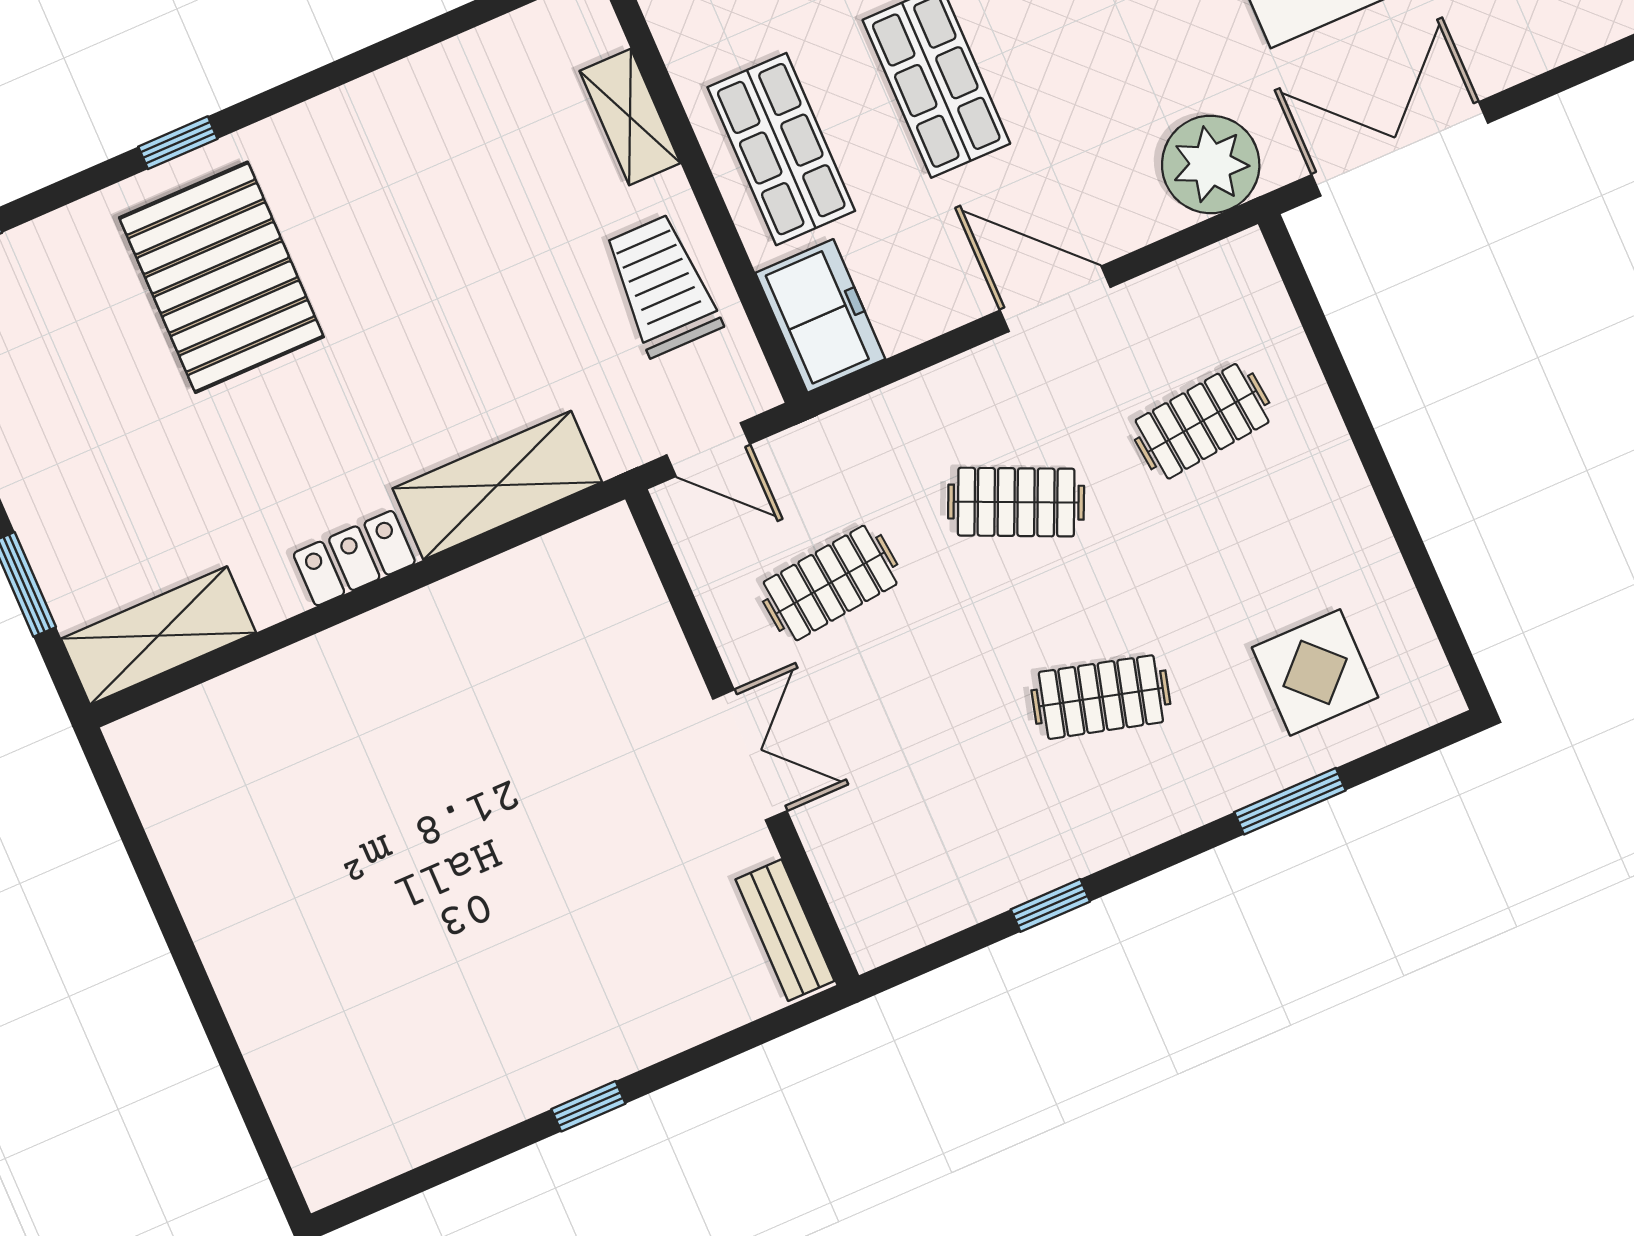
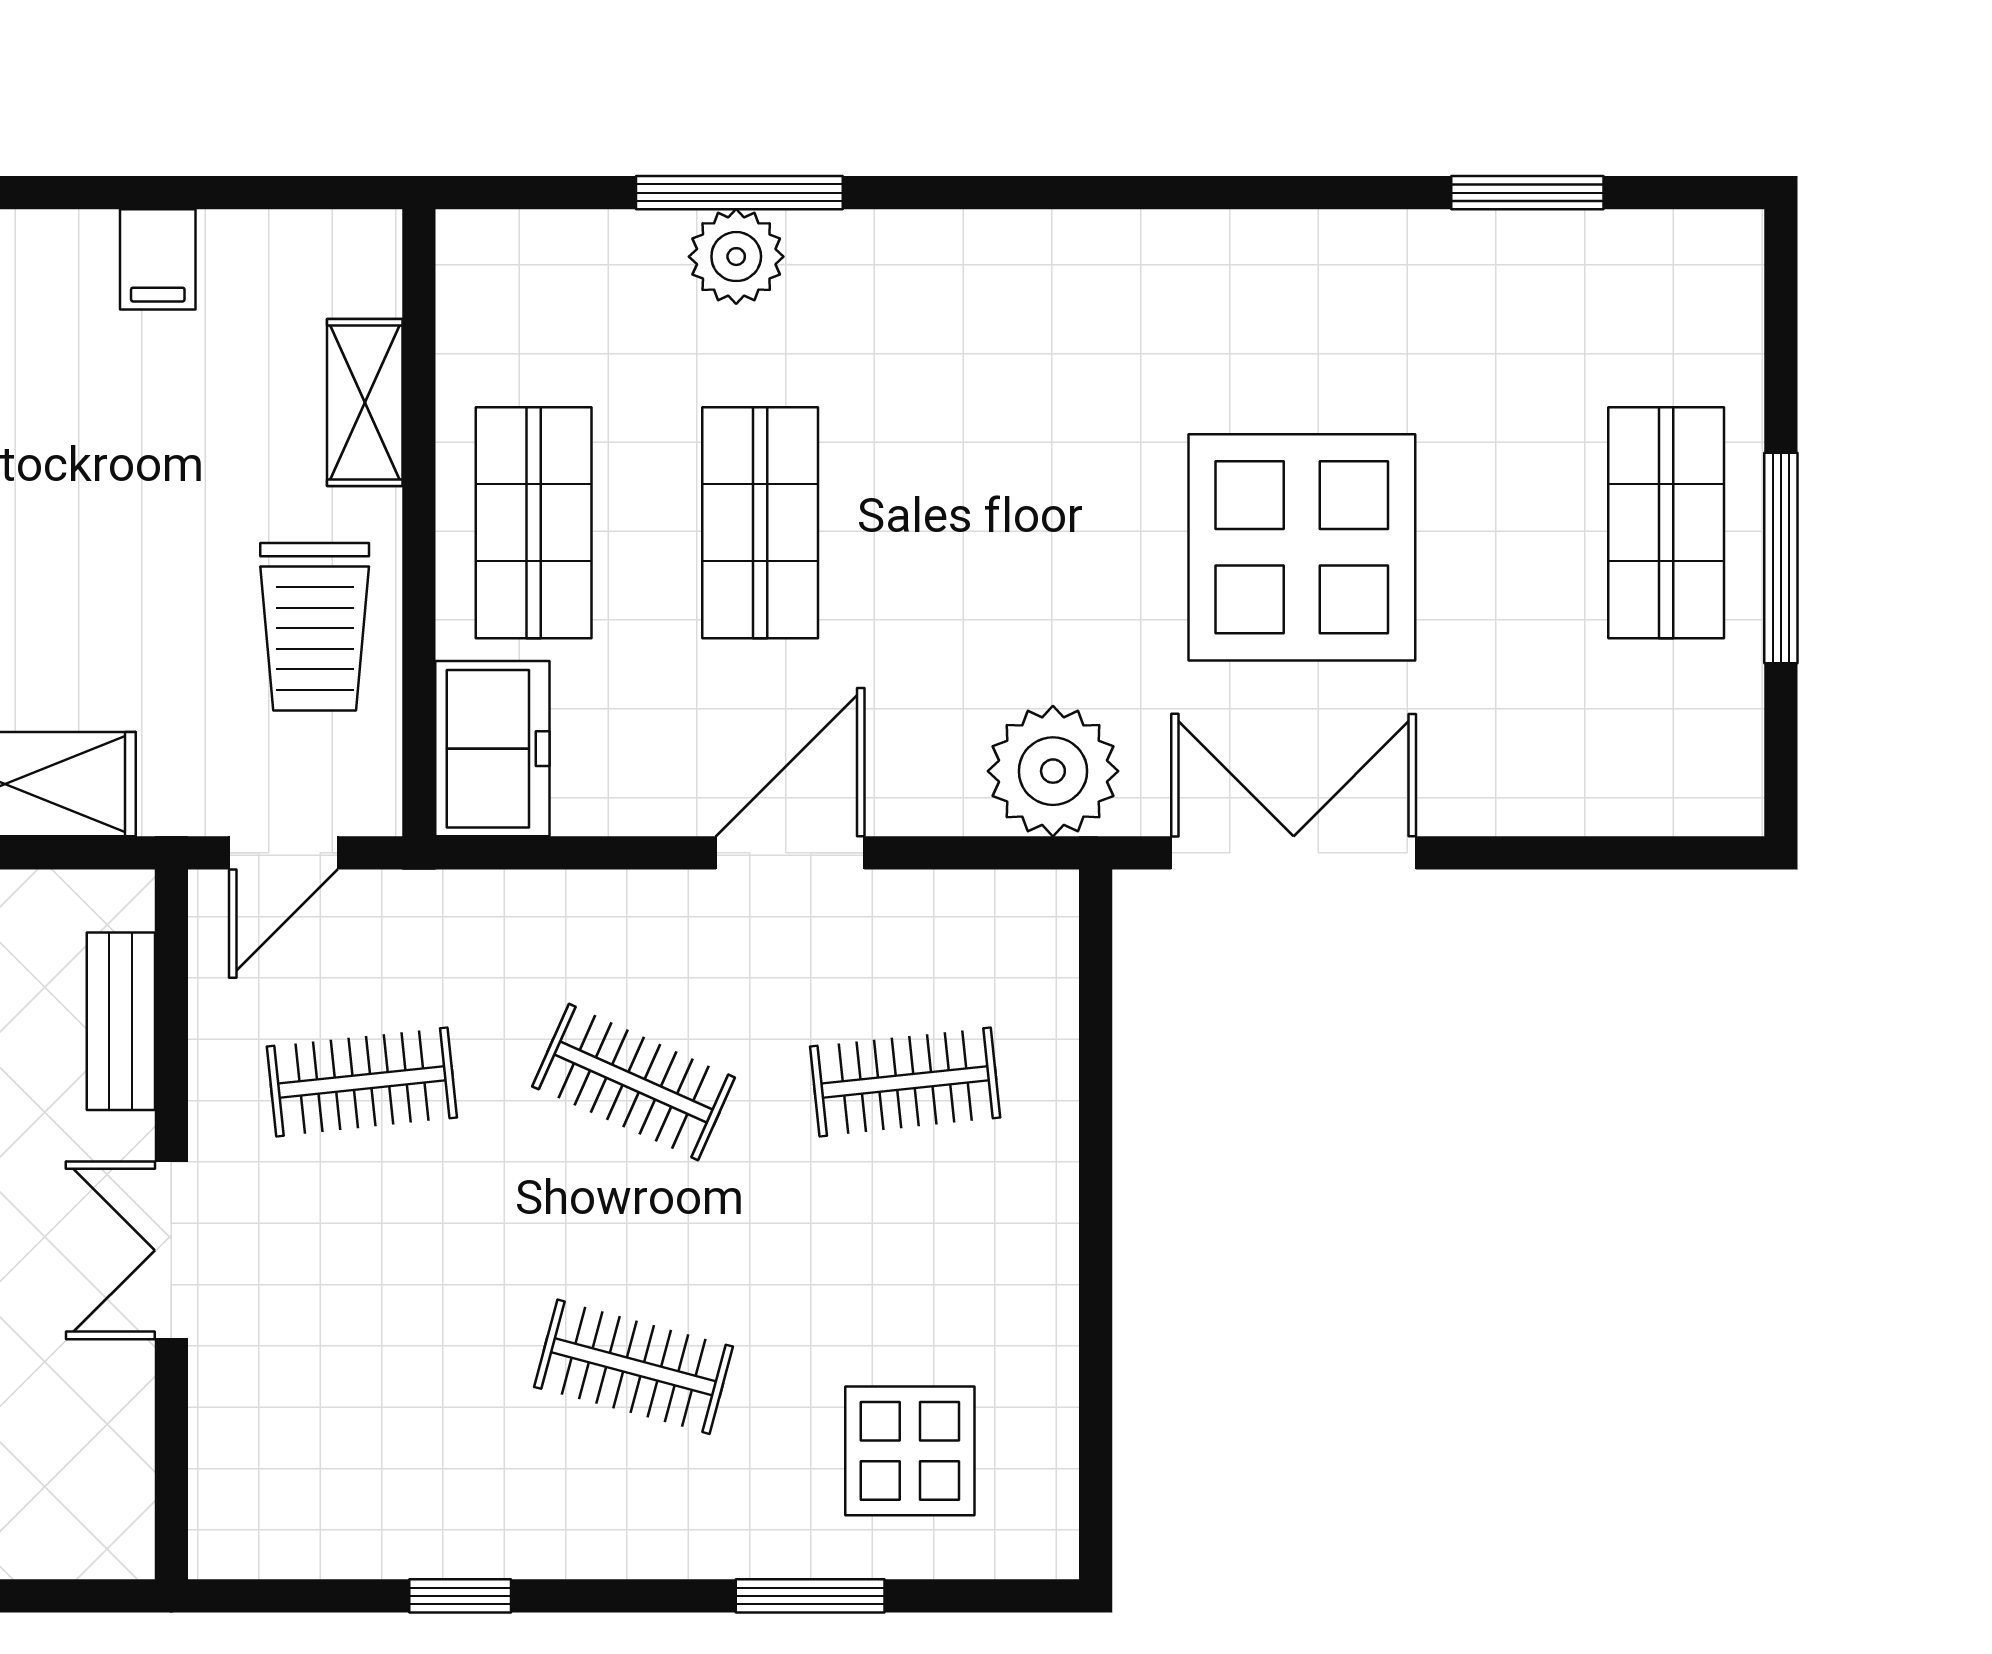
filing cabinet: (446, 81) -> (158, 259), added
trolley: (662, 285) -> (315, 627), turned 180
door: (1055, 299) -> (790, 853), hinge flipped
door: (708, 450) -> (283, 853), hinge flipped
double door: (750, 755) -> (171, 1250), swing flipped
bench: (785, 930) -> (121, 1021), moved

